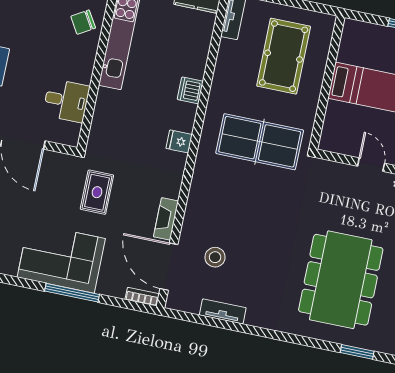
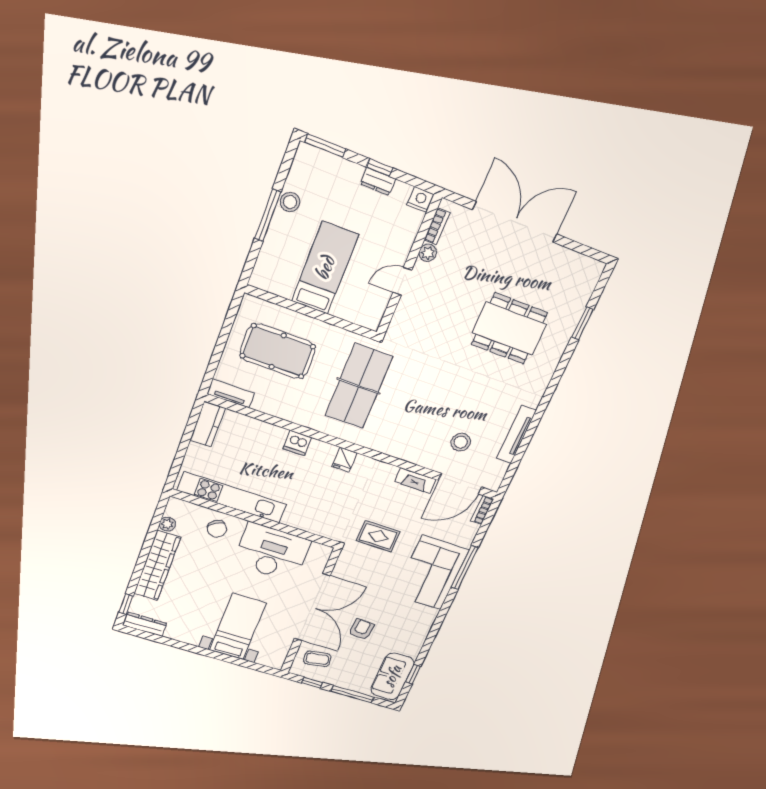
desk: (66, 101) -> (272, 552), width x1.87, depth x1.30
dining table: (341, 280) -> (509, 329), width x0.73, depth x0.80
tv unit: (223, 311) -> (516, 434), width x1.41

